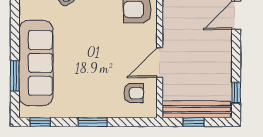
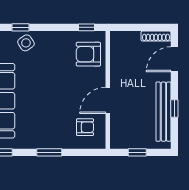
window: (236, 93) -> (174, 108), moved
bench: (196, 109) -> (163, 112), moved, turned 90

